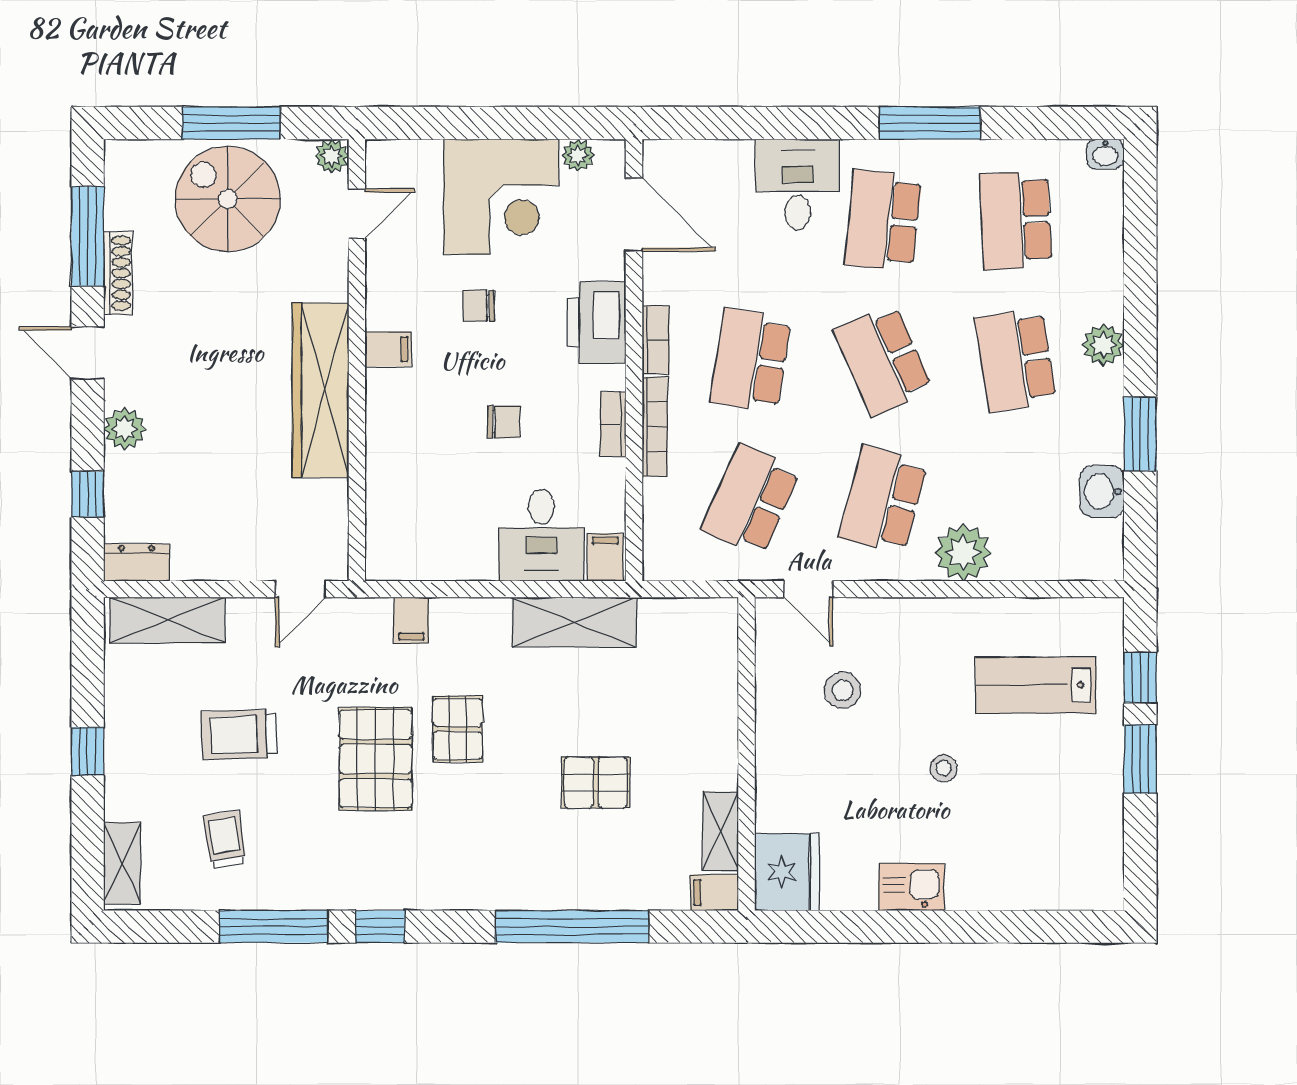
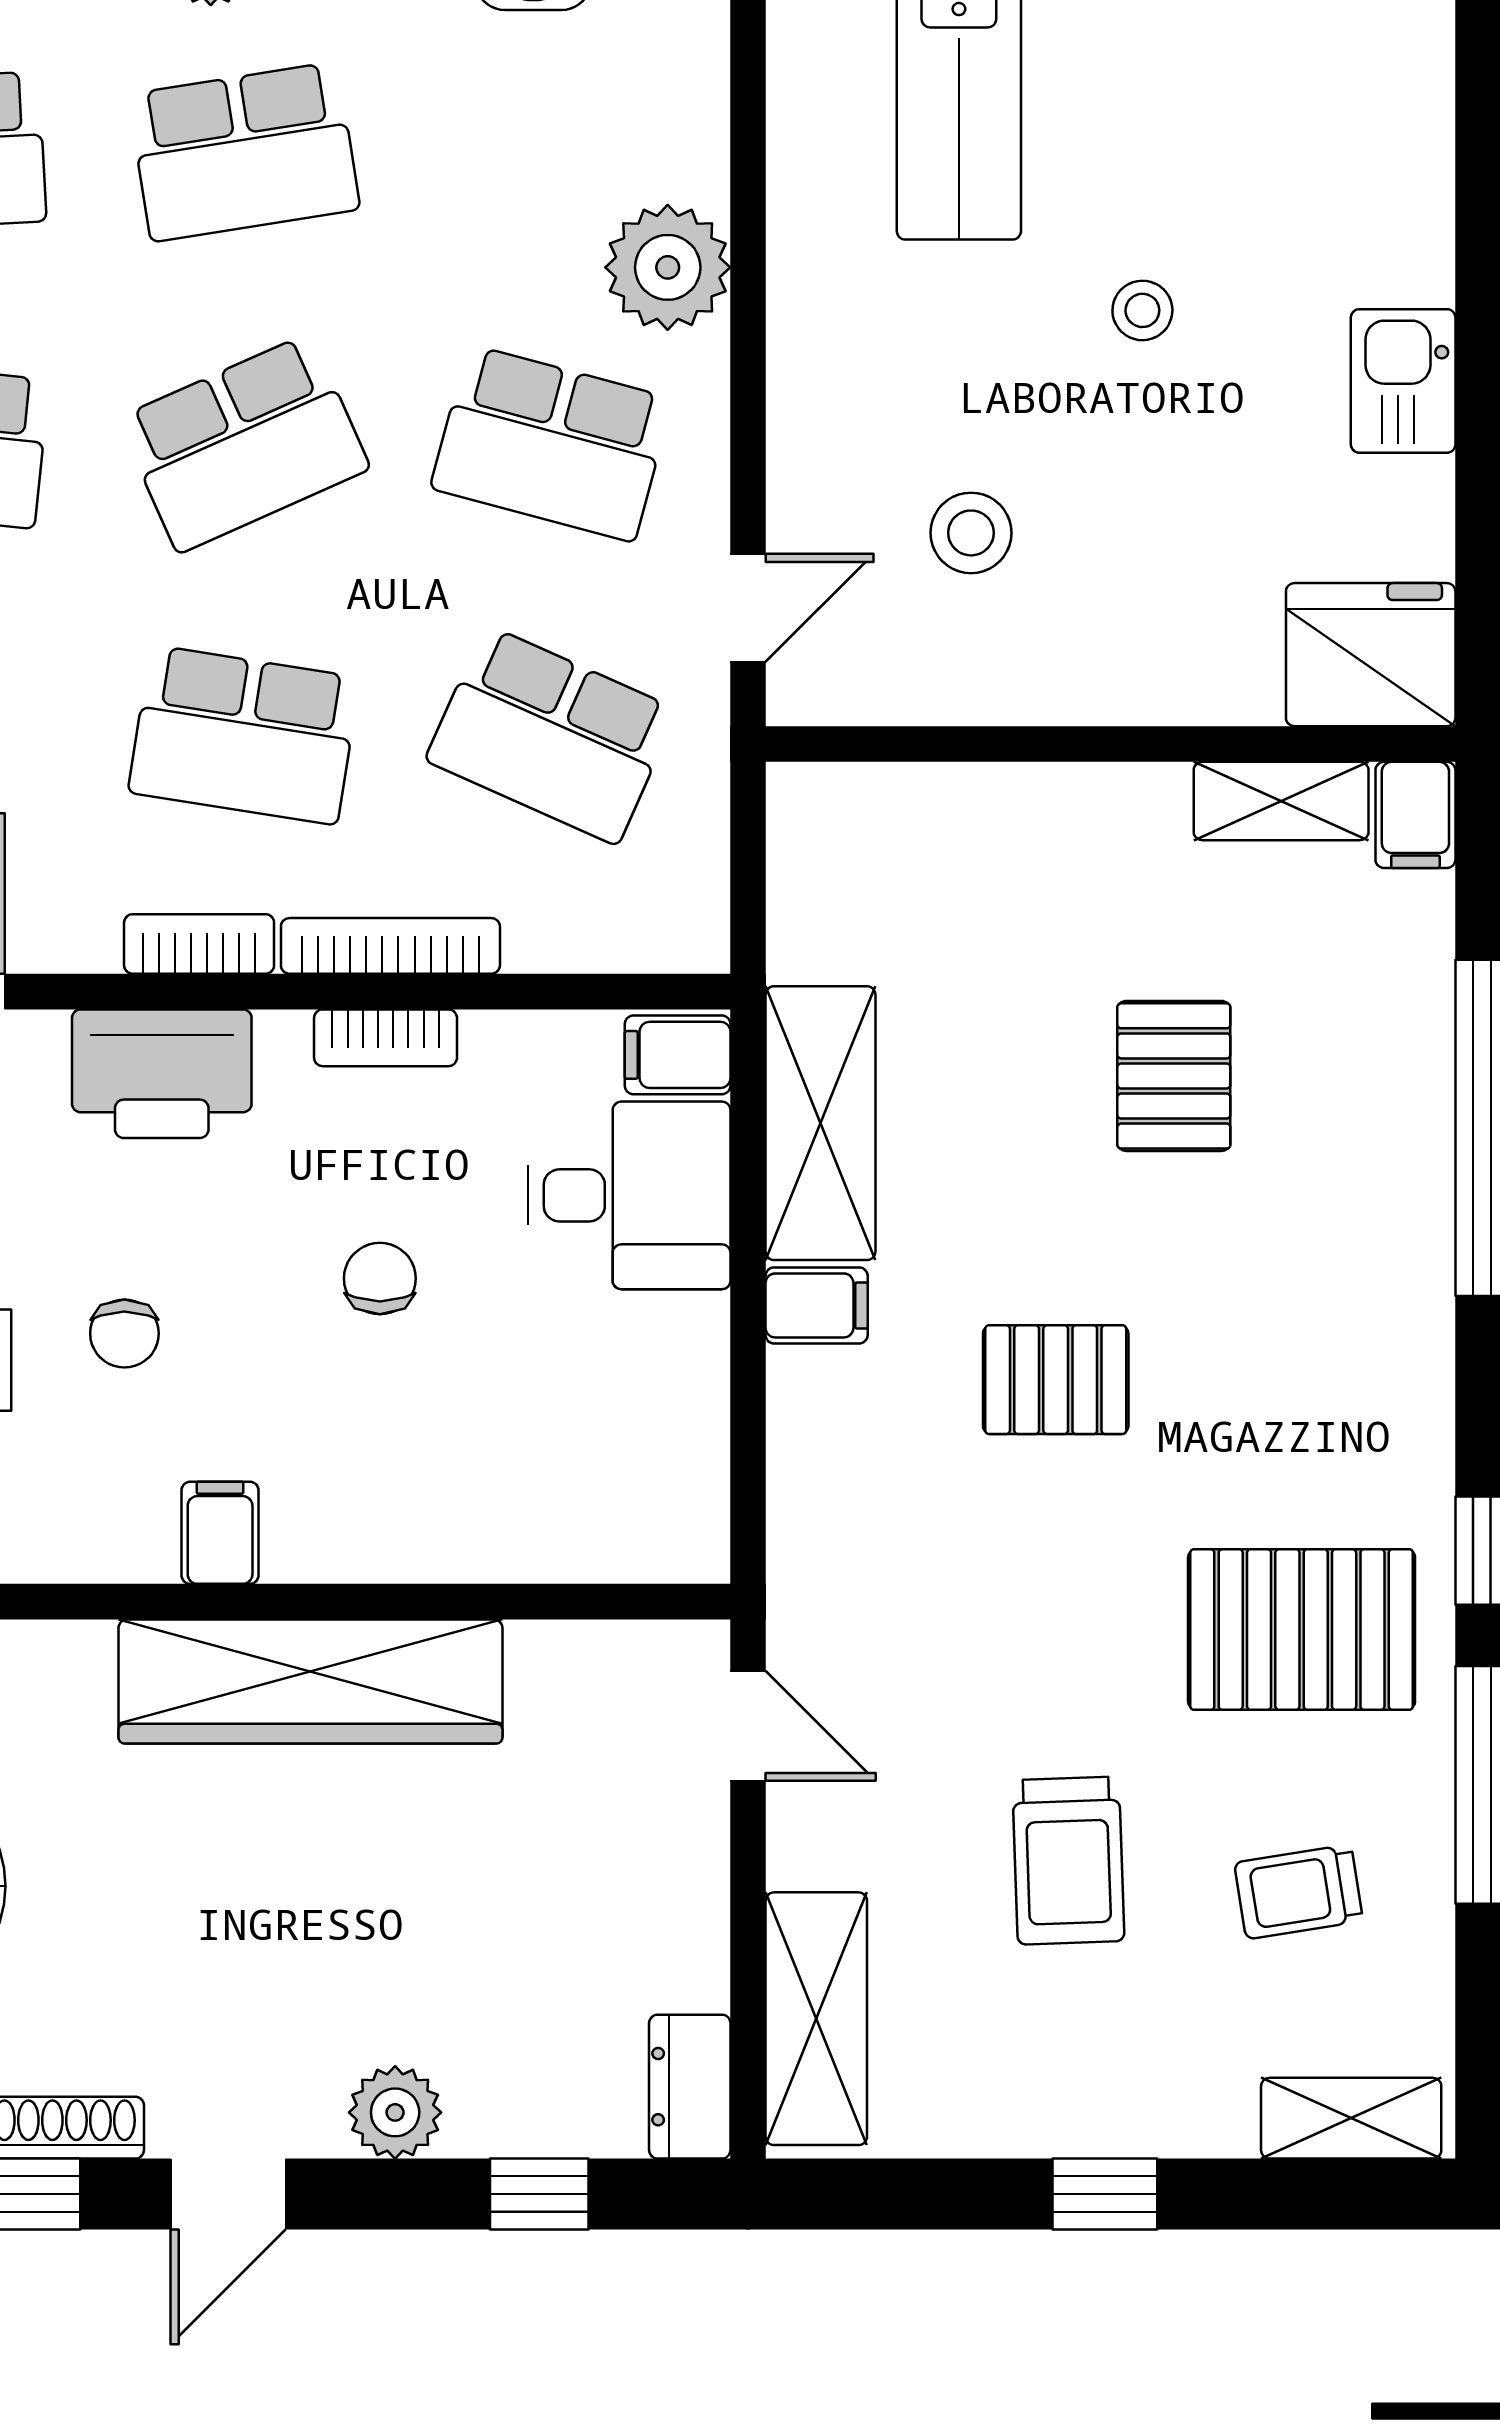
filing cabinet: (411, 620) -> (817, 1305), moved
pallet: (376, 759) -> (1302, 1629), moved

